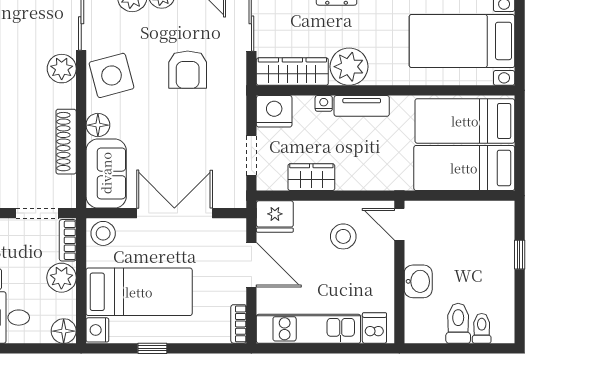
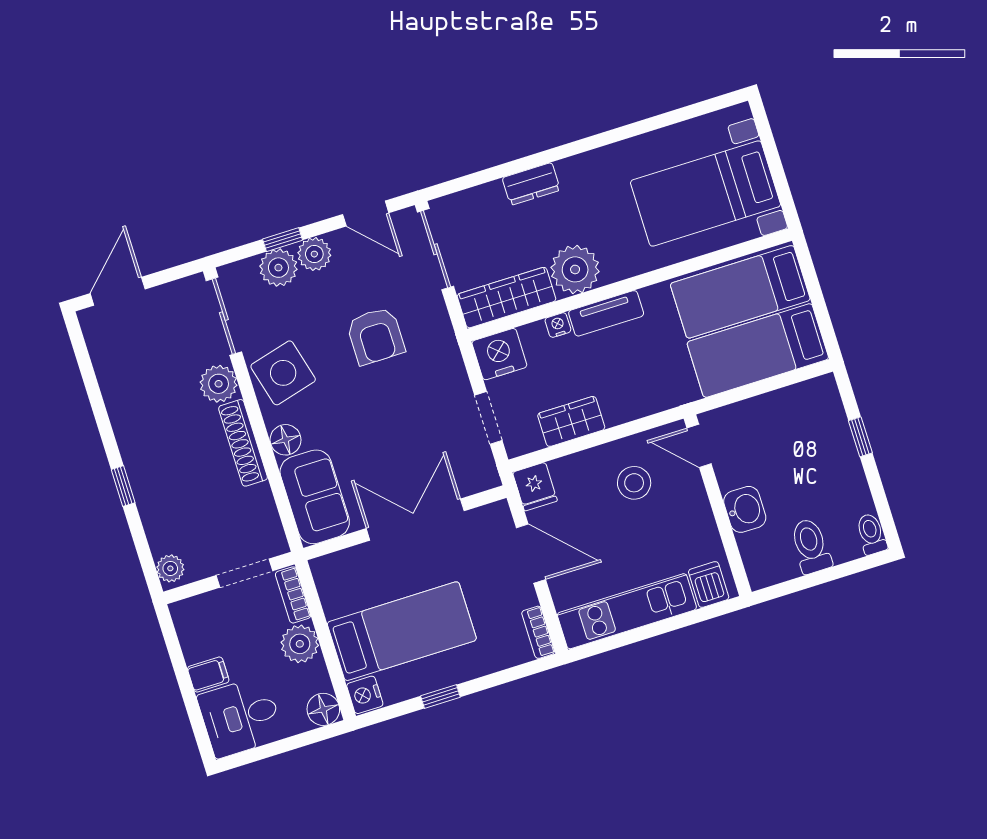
shoe rack: (66, 142) -> (243, 443), moved
fridge: (275, 216) -> (535, 487), width x0.72
stool: (103, 233) -> (334, 573), removed
toilet: (482, 328) -> (871, 534), moved

